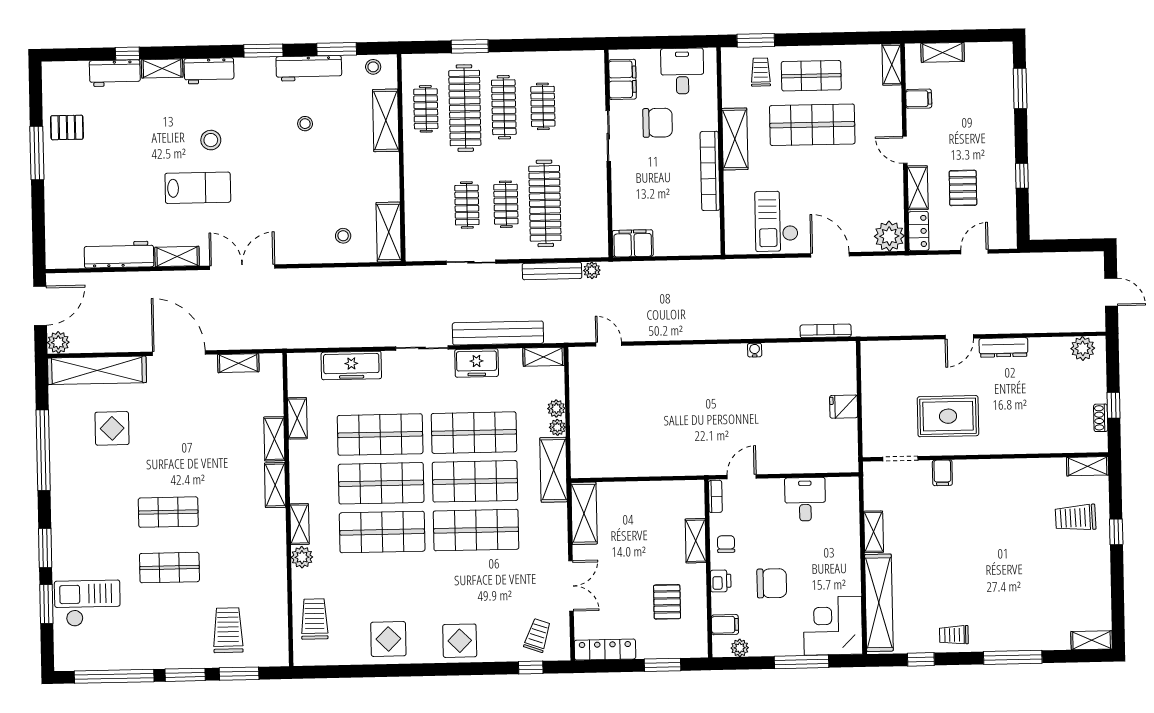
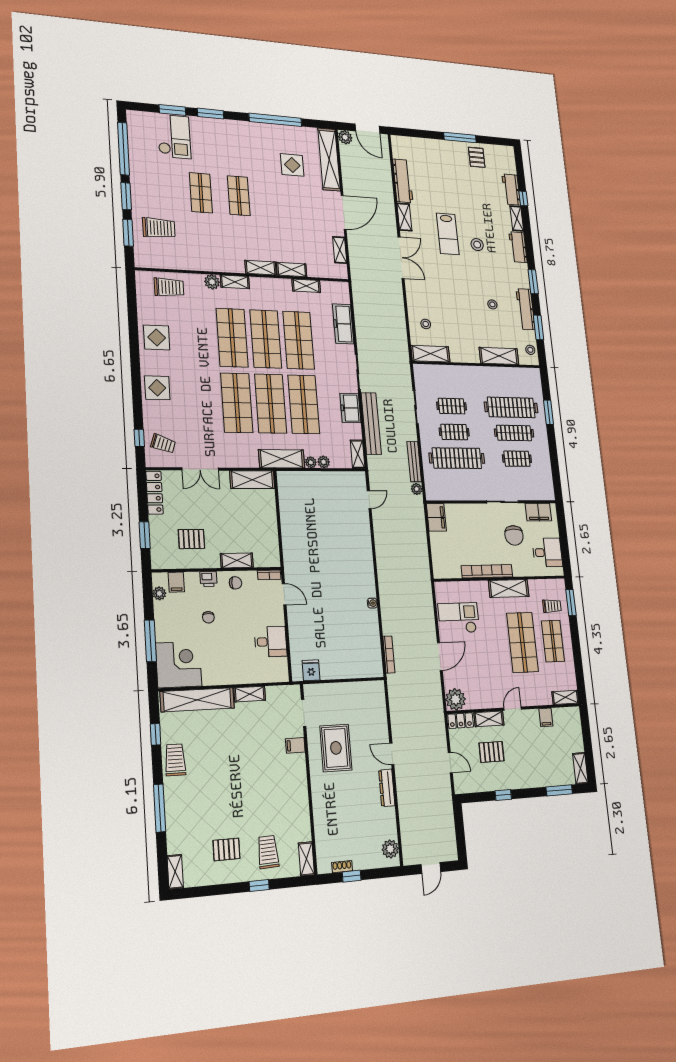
shelving: (943, 52) -> (580, 768), moved
clothes rail: (426, 109) -> (508, 382), removed
fridge: (844, 407) -> (311, 670), moved
pallet: (1069, 573) -> (226, 849), added
chair: (772, 583) -> (208, 617), width x0.54, depth x0.54
trolley: (954, 635) -> (175, 760), width x1.36, depth x1.39

